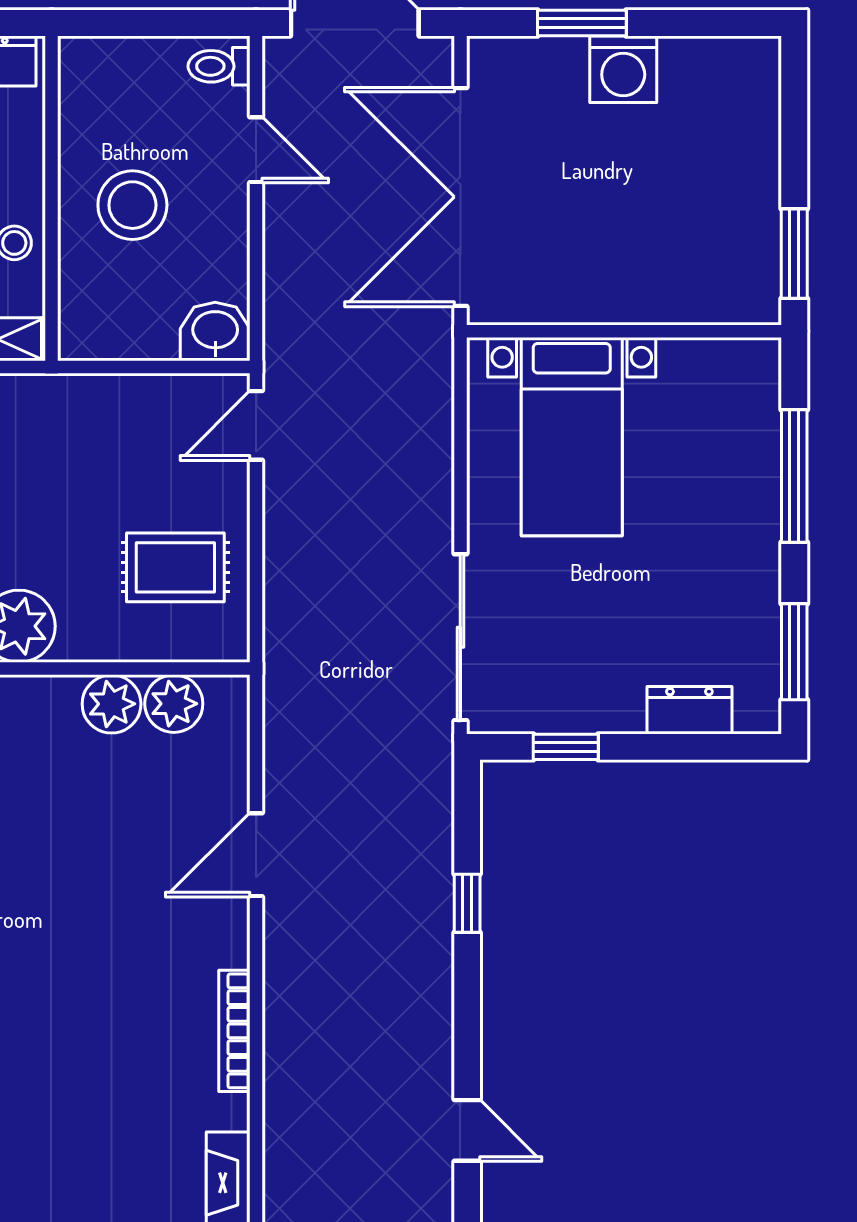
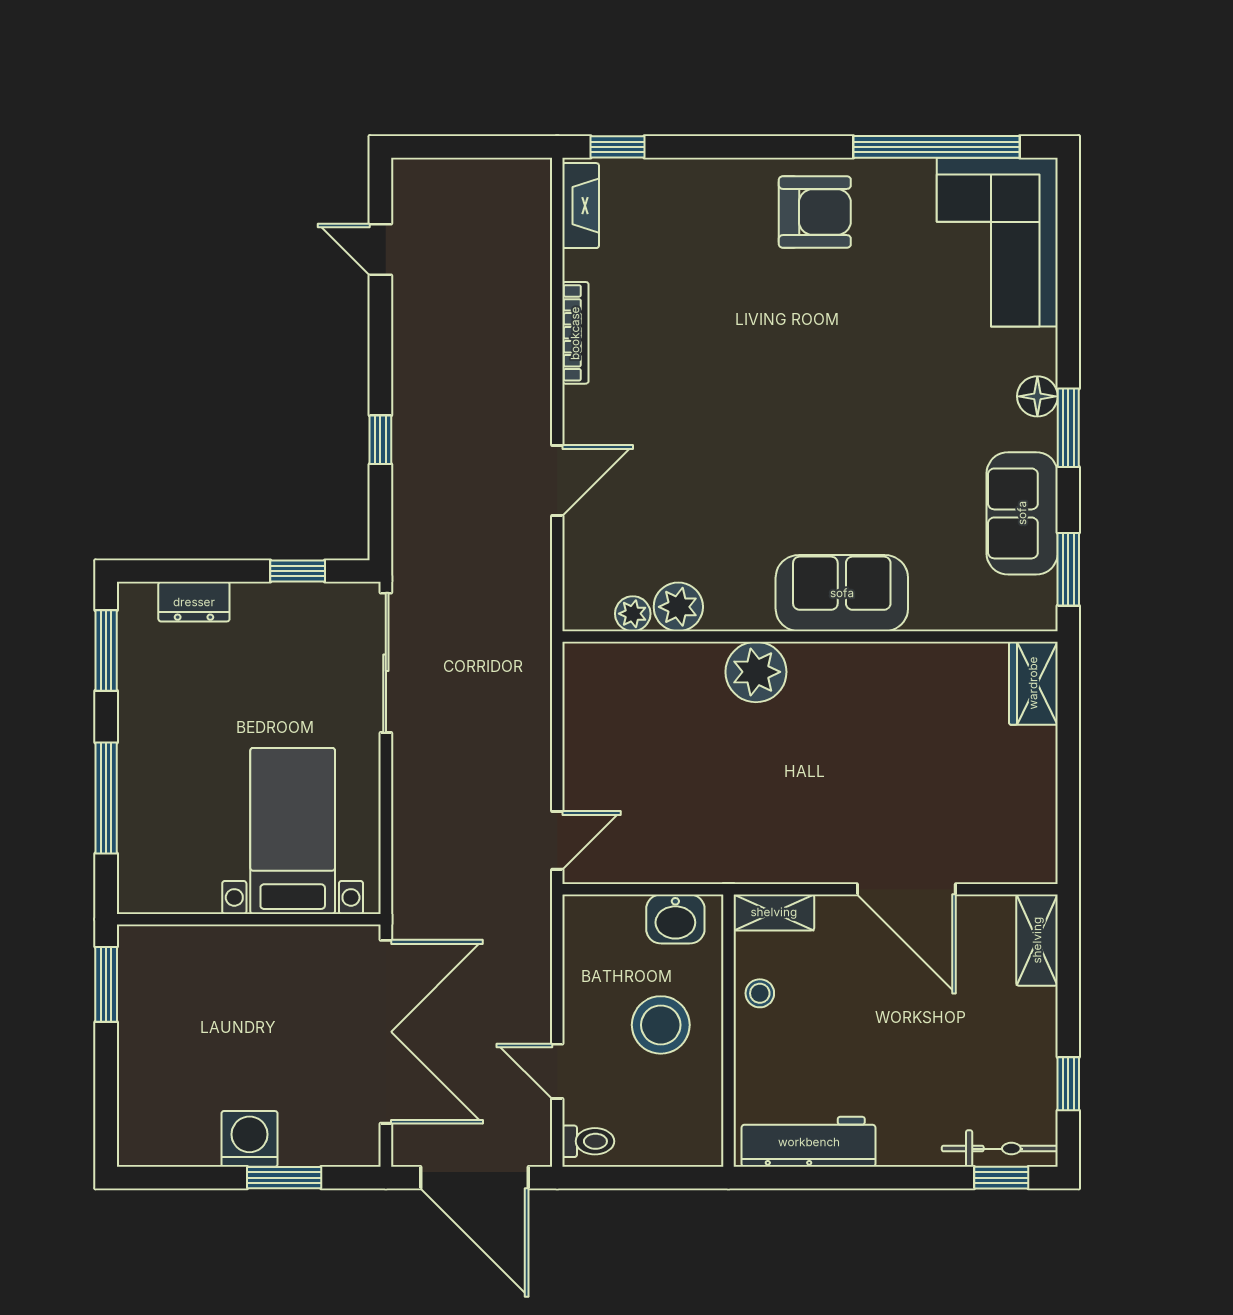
washbasin: (215, 331) -> (675, 919), moved
rug: (175, 567) -> (625, 721), removed
plant: (174, 704) -> (633, 614), width x0.73, depth x0.73

